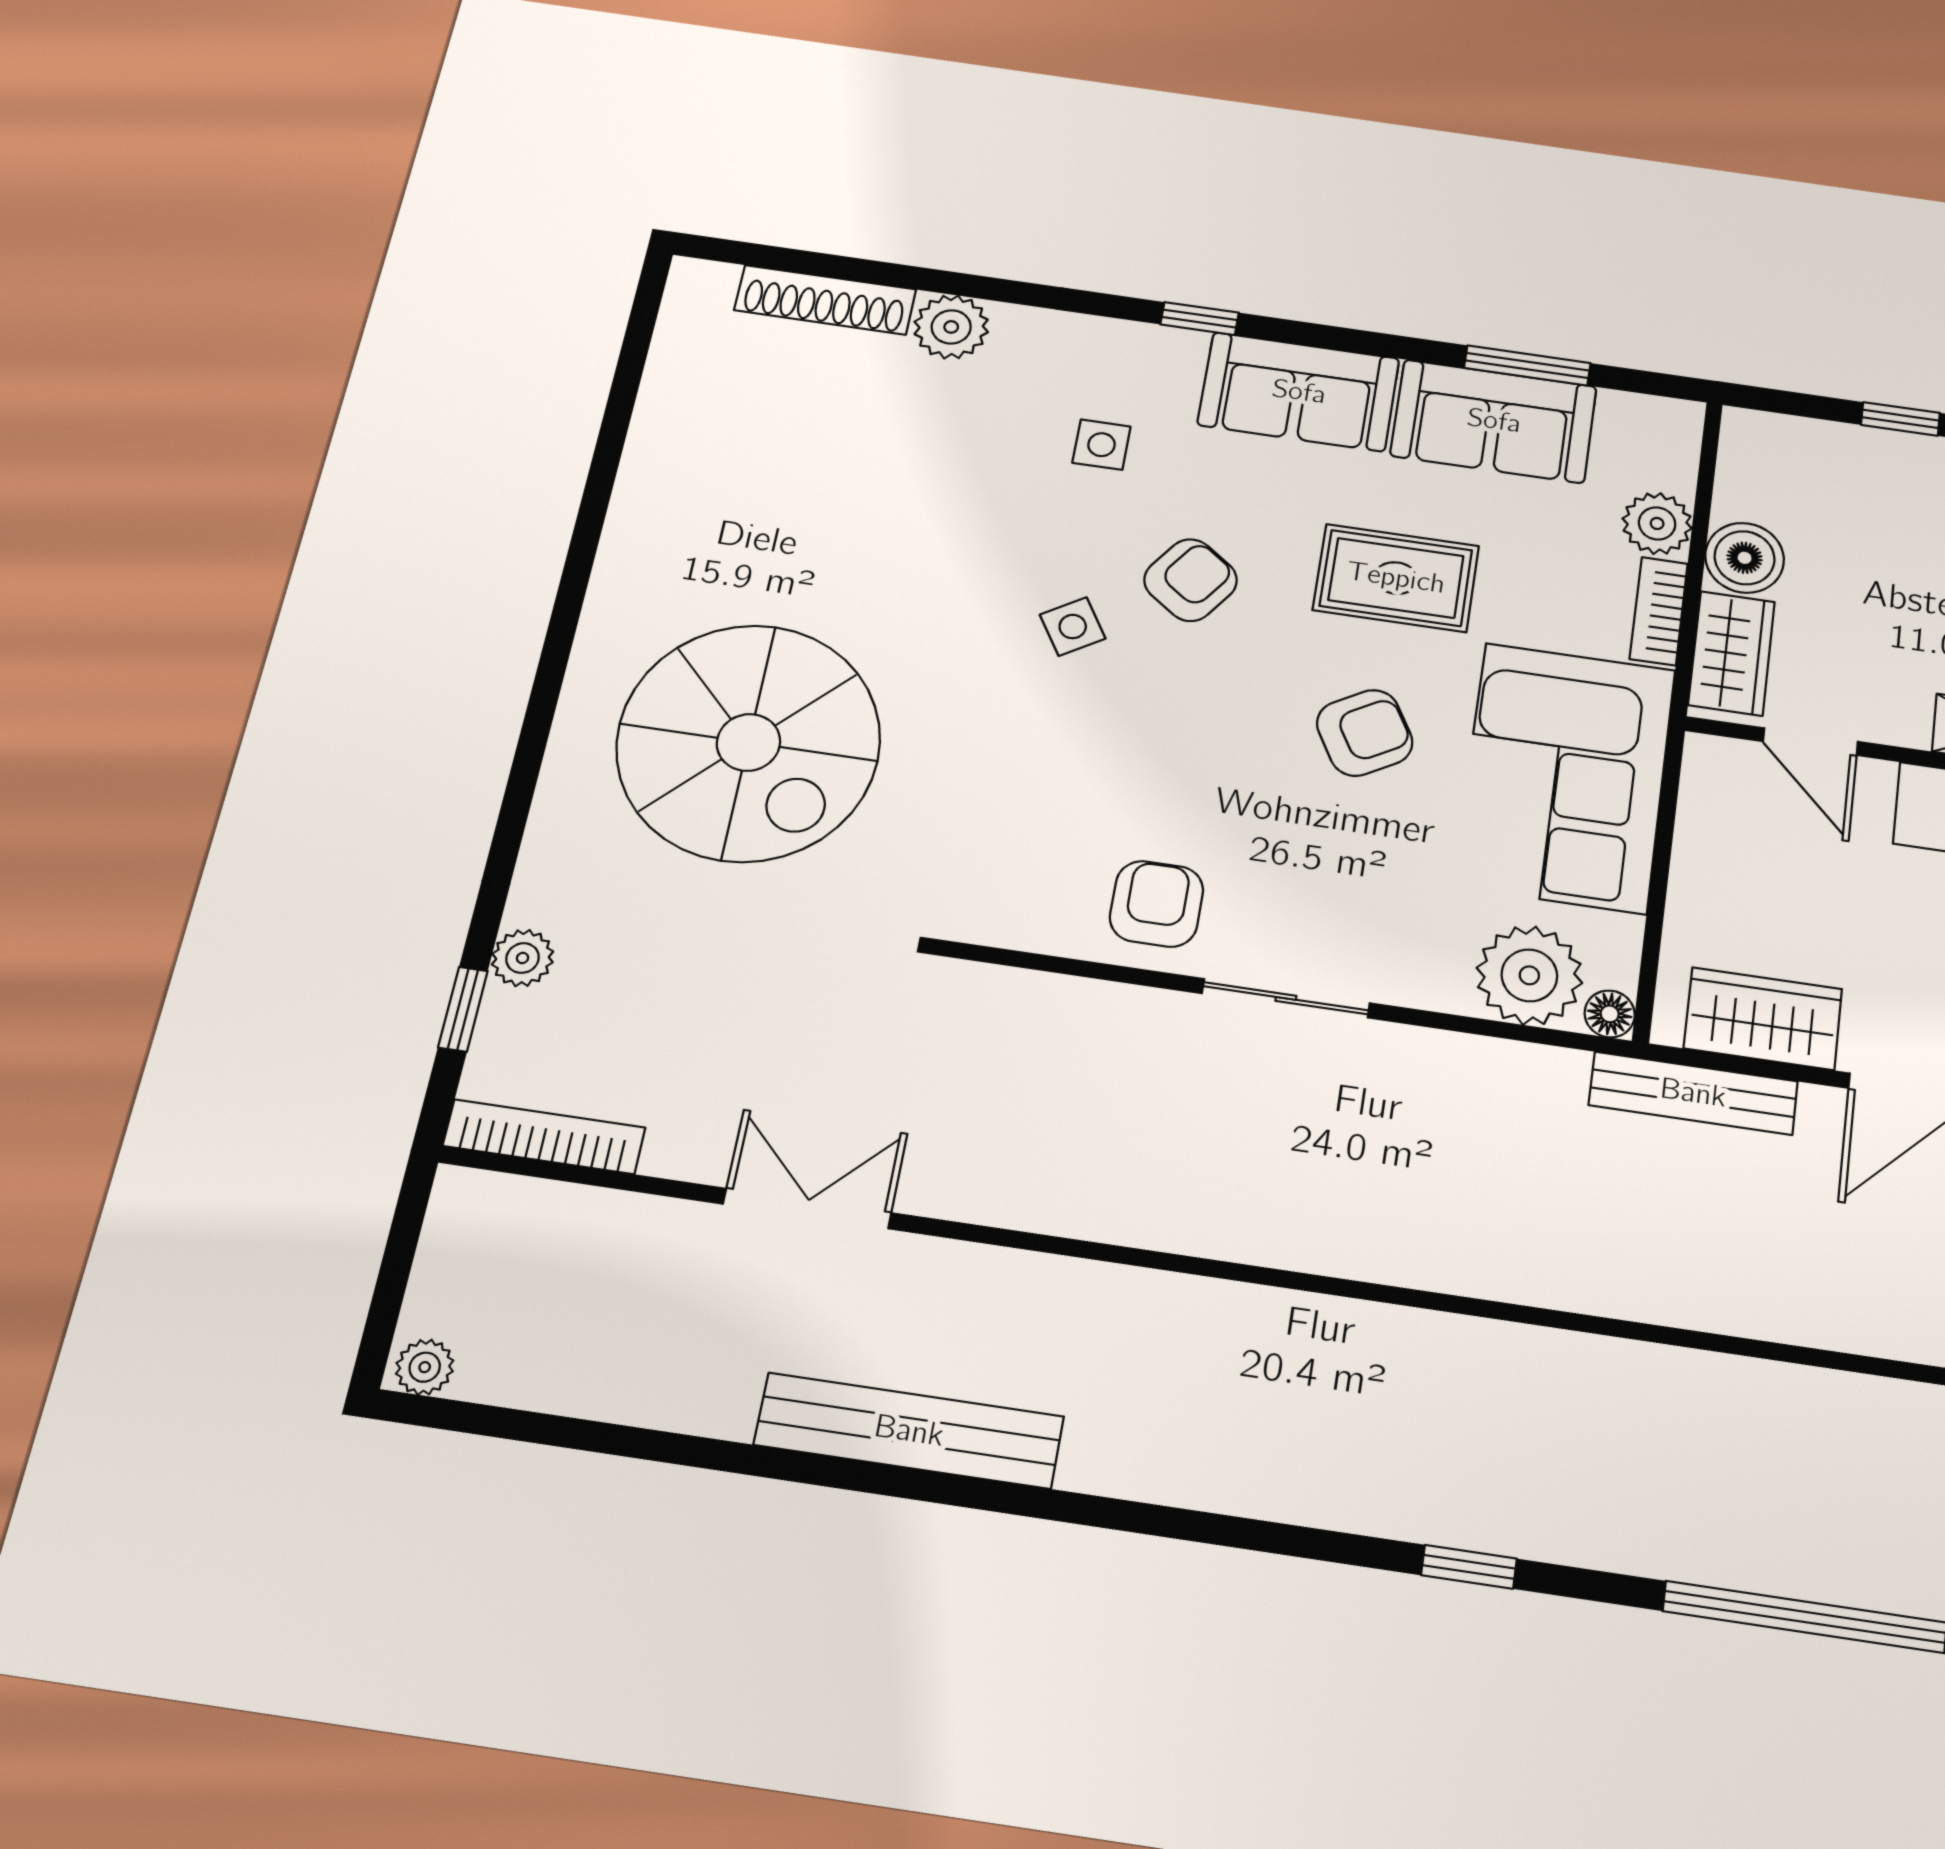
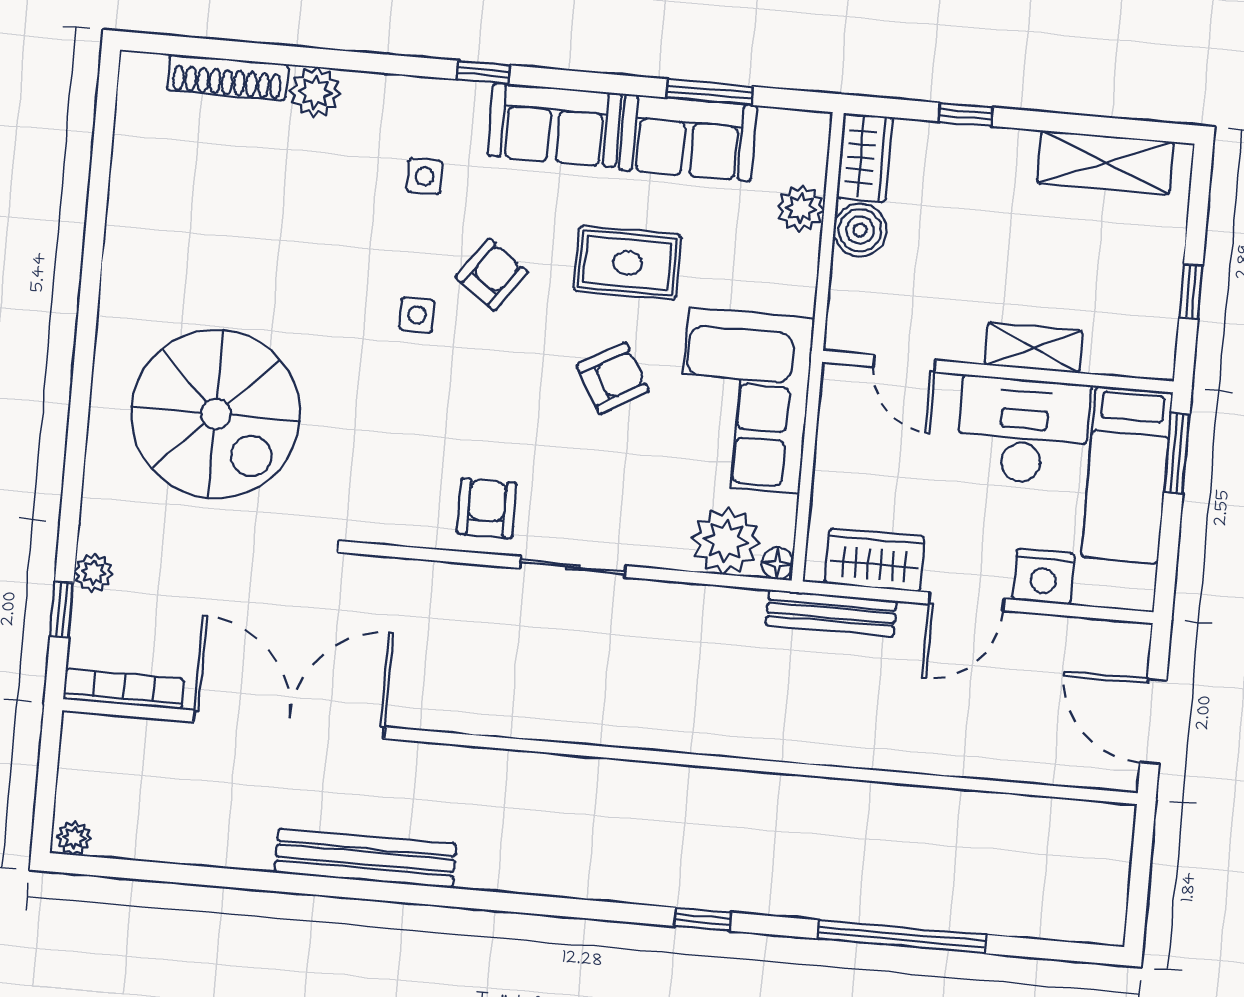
bookcase: (1659, 611) -> (803, 275), removed
side table: (1073, 627) -> (417, 315), turned 32
wardrobe: (1732, 653) -> (865, 158), moved
double door: (807, 1209) -> (289, 724), width x1.87

